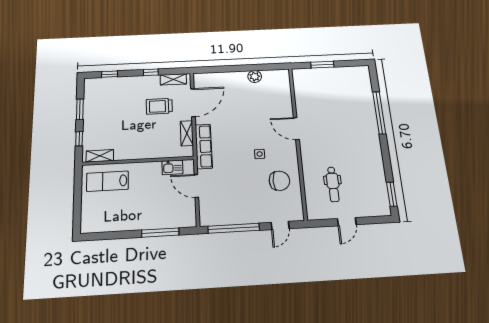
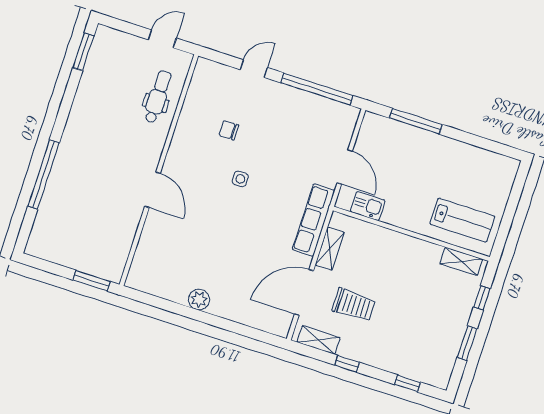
door: (296, 129) -> (153, 190), moved
wall: (298, 141) -> (159, 170), moved
chair: (279, 181) -> (229, 130), width x0.54, depth x0.54

